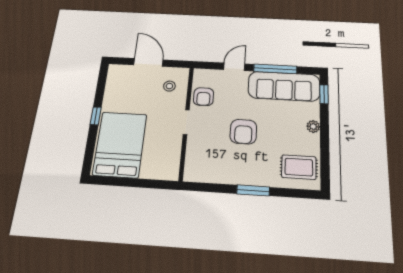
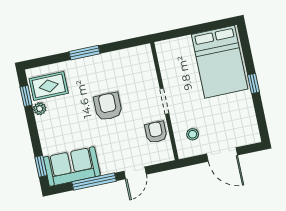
sofa: (284, 86) -> (72, 166), width x0.73
plant: (313, 127) -> (40, 109), moved
window: (325, 163) -> (26, 96), added

